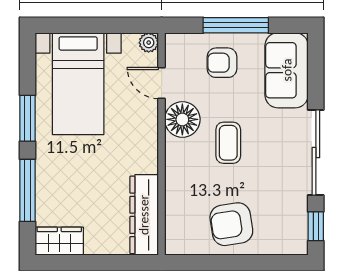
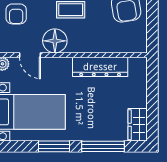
door: (162, 83) -> (30, 55), hinge flipped
dresser: (144, 215) -> (100, 67), moved

